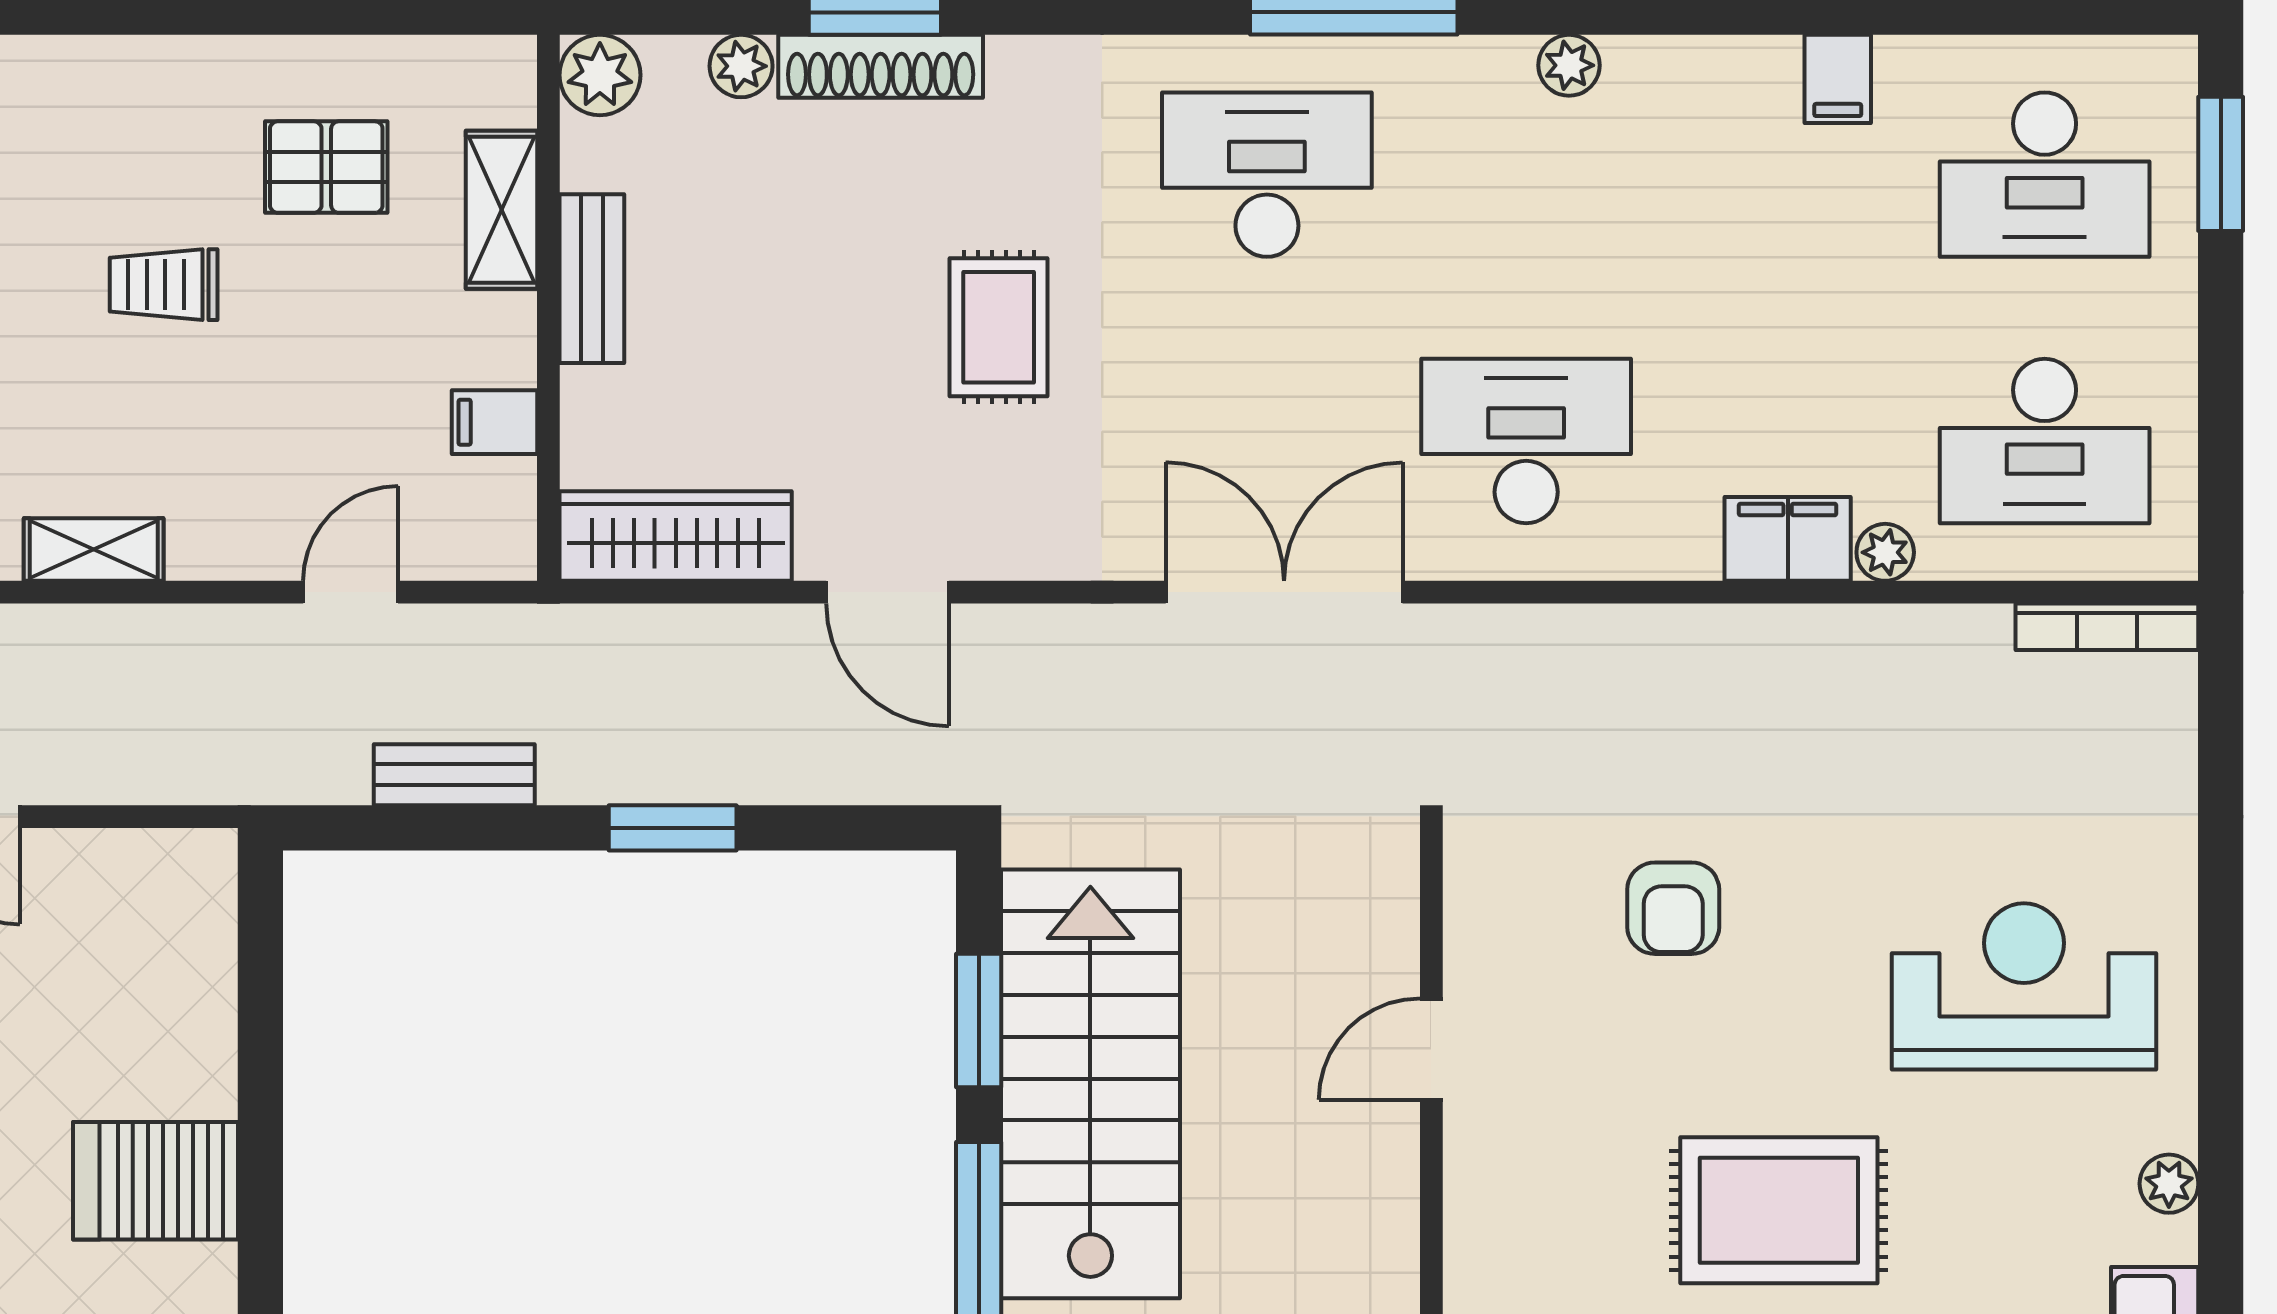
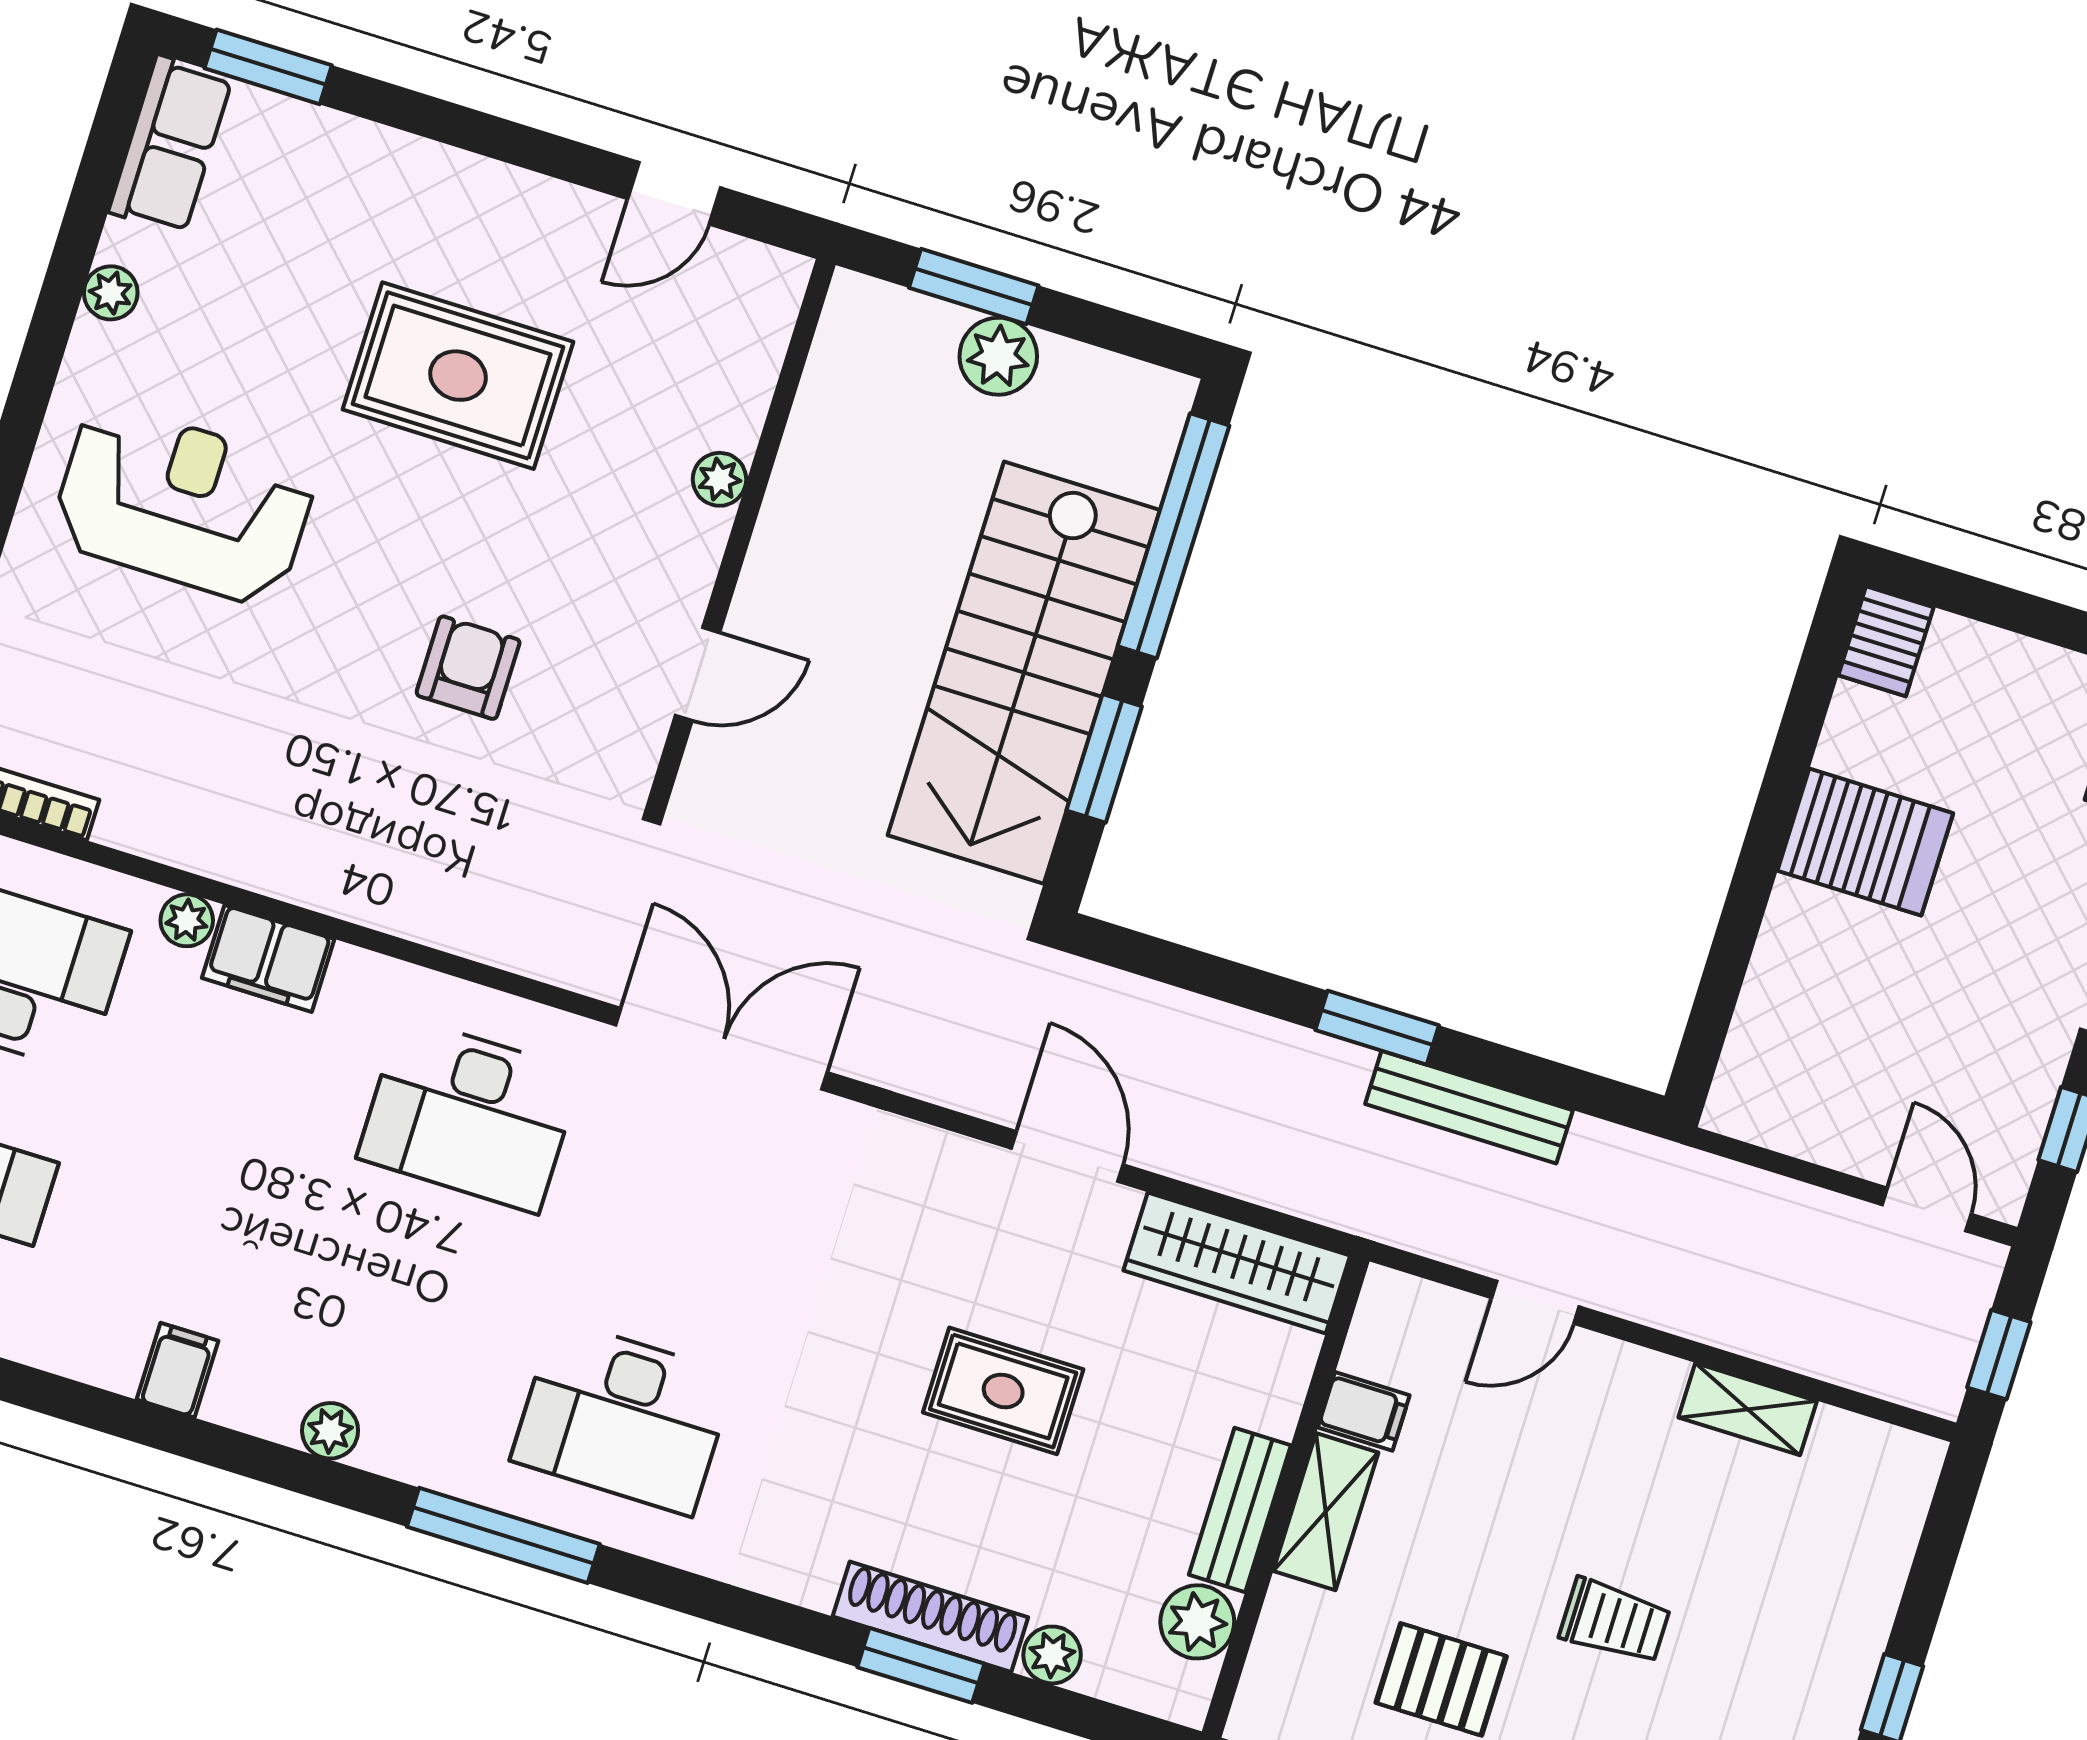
plant: (600, 75) -> (1197, 1622), moved
filing cabinet: (1838, 79) -> (177, 1370), moved
shelving: (502, 210) -> (1326, 1512), moved
rug: (999, 327) -> (1003, 1391), moved, turned 90
double door: (1284, 592) -> (721, 1049), swing flipped
bench: (454, 775) -> (1469, 1107), width x1.36
window: (673, 828) -> (1377, 1028), moved
reception desk: (2024, 986) -> (184, 504), turned 180
door: (1431, 1049) -> (698, 674), moved
plant: (1472, 1187) -> (720, 479), added

